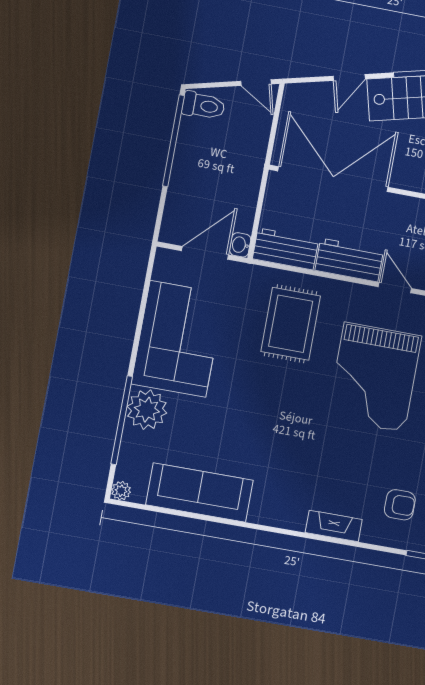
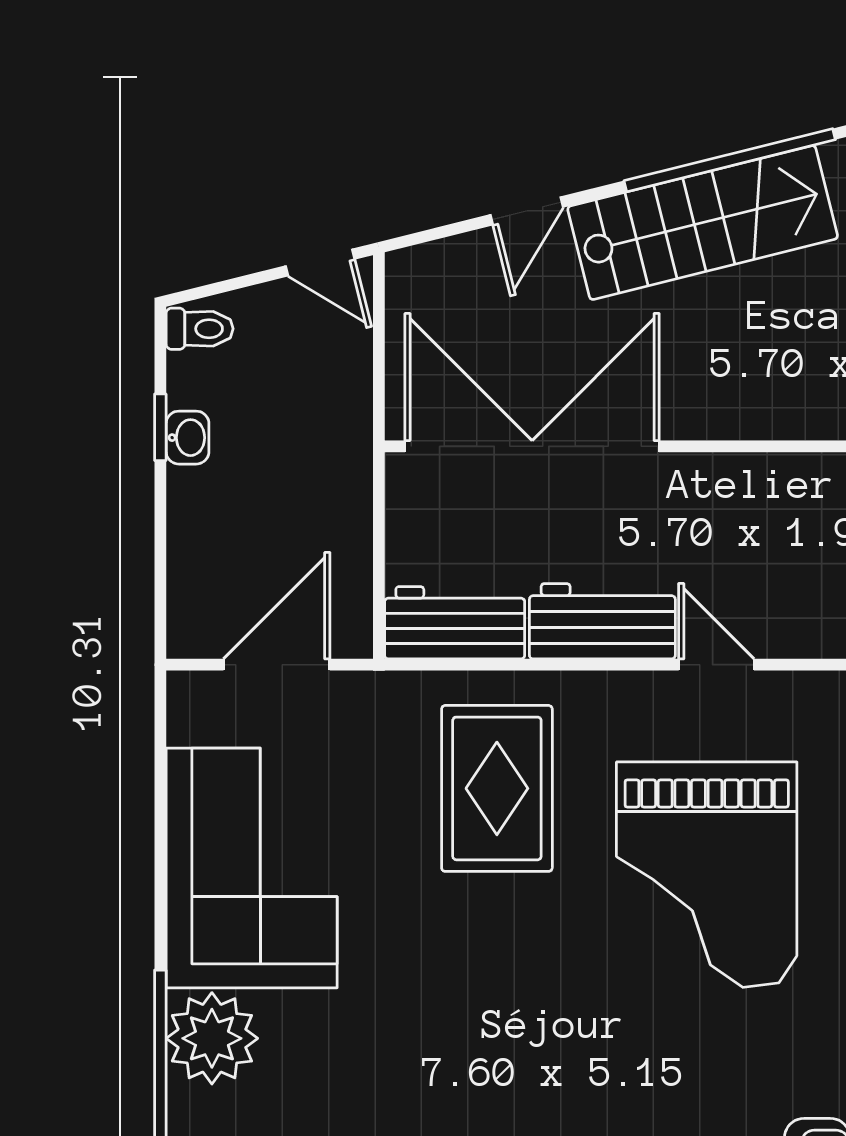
toilet: (203, 106) -> (200, 329), width x0.73, depth x0.72
window: (173, 141) -> (160, 427), width x0.32
washbasin: (240, 245) -> (188, 438), moved, turned 180

